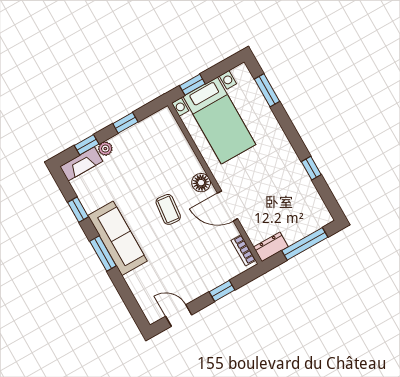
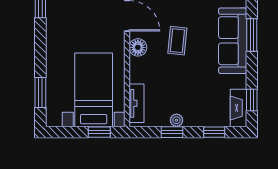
tv unit: (173, 131) -> (136, 103), added
plant: (105, 149) -> (177, 120), moved
fireplace: (81, 164) -> (238, 108), moved, turned -90
window: (78, 210) -> (252, 100), moved

